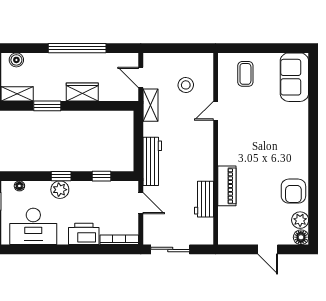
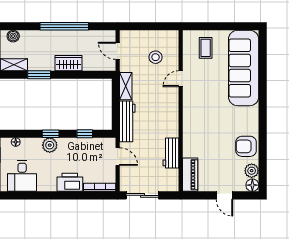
sofa: (294, 77) -> (244, 68), width x1.85, depth x1.27
shelving: (150, 105) -> (126, 86), moved
piano: (227, 186) -> (190, 175), moved
armchair: (293, 191) -> (246, 146), turned 90
desk: (33, 226) -> (22, 176), width x0.73

